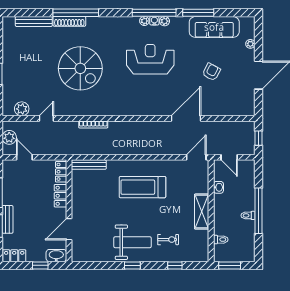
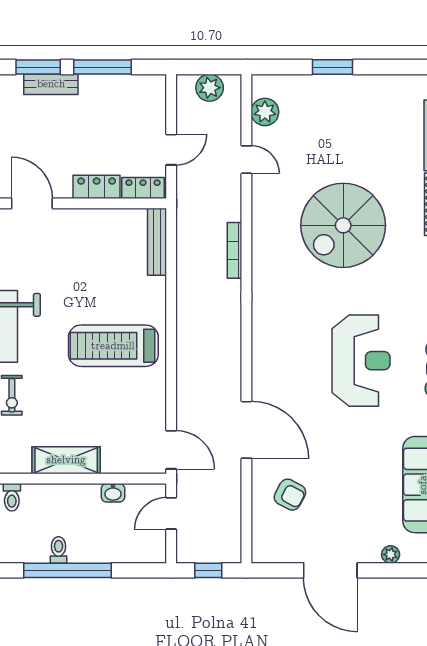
armchair: (211, 72) -> (290, 495), moved
door: (24, 157) -> (171, 150), moved
treadmill: (142, 187) -> (113, 346), turned -90

